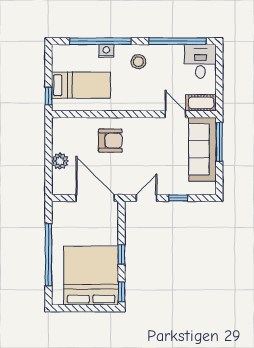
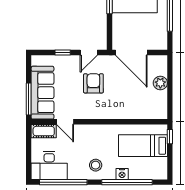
desk: (200, 61) -> (49, 165), width x1.37
armchair: (110, 141) -> (93, 83), moved, turned 90

